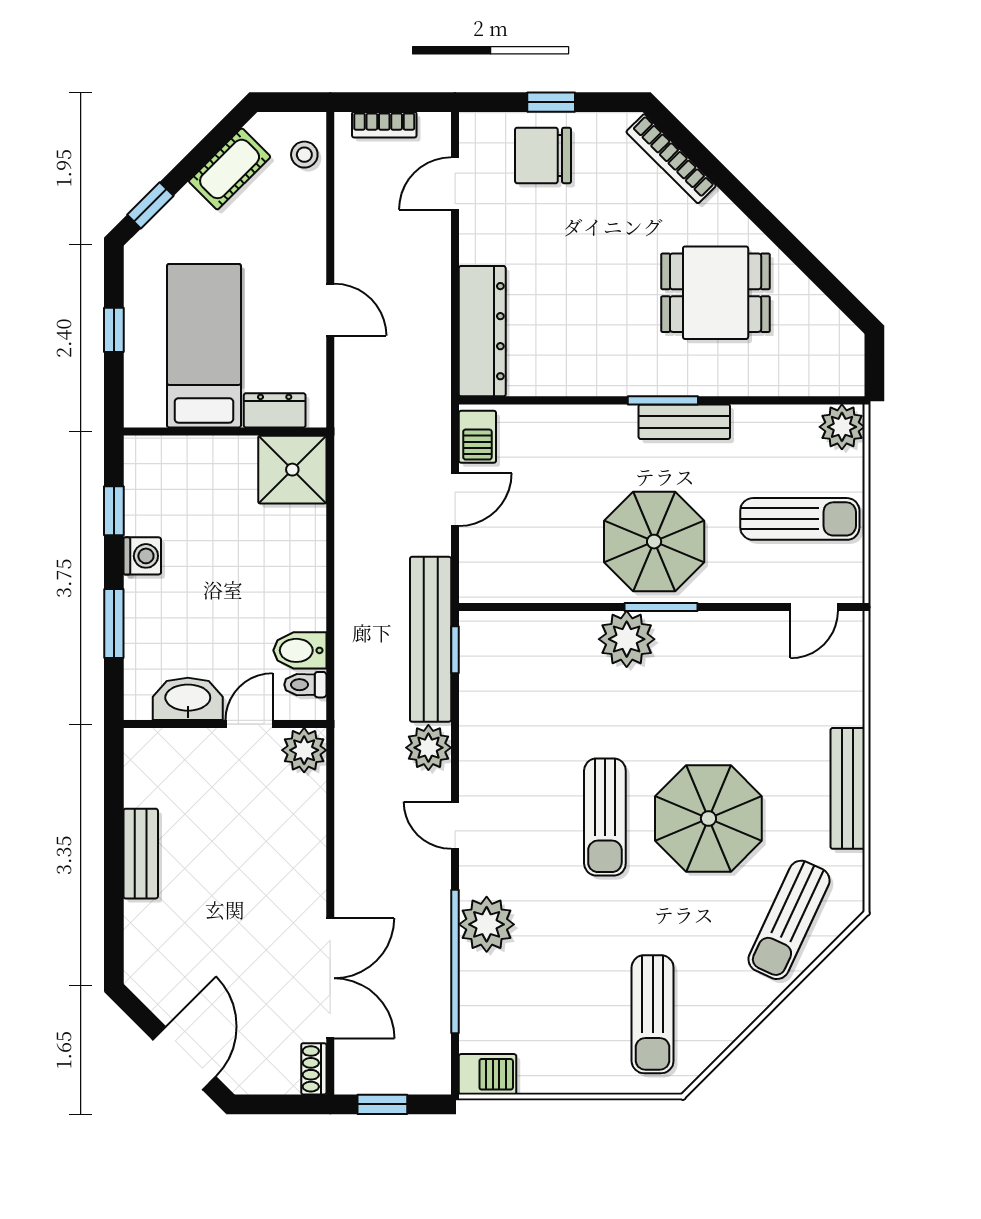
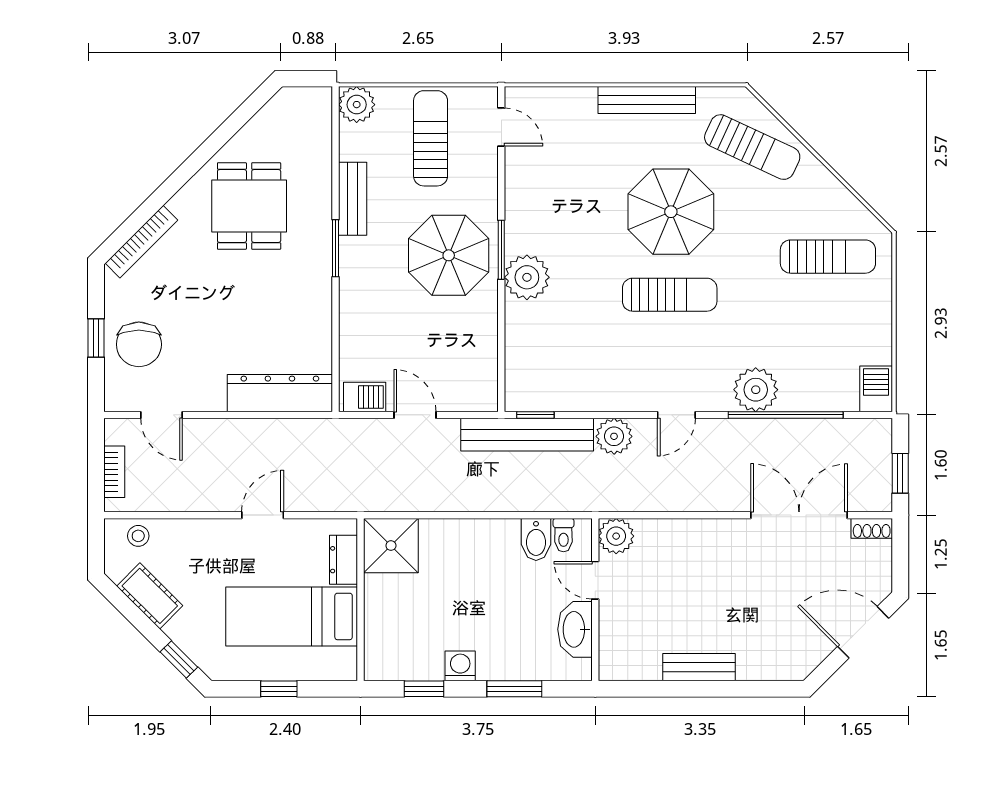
bench: (684, 422) -> (353, 199), moved

